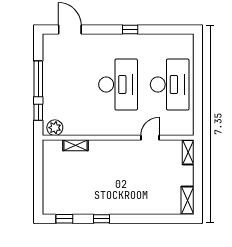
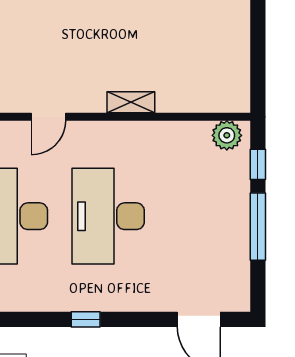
shelving: (76, 145) -> (131, 102), moved

